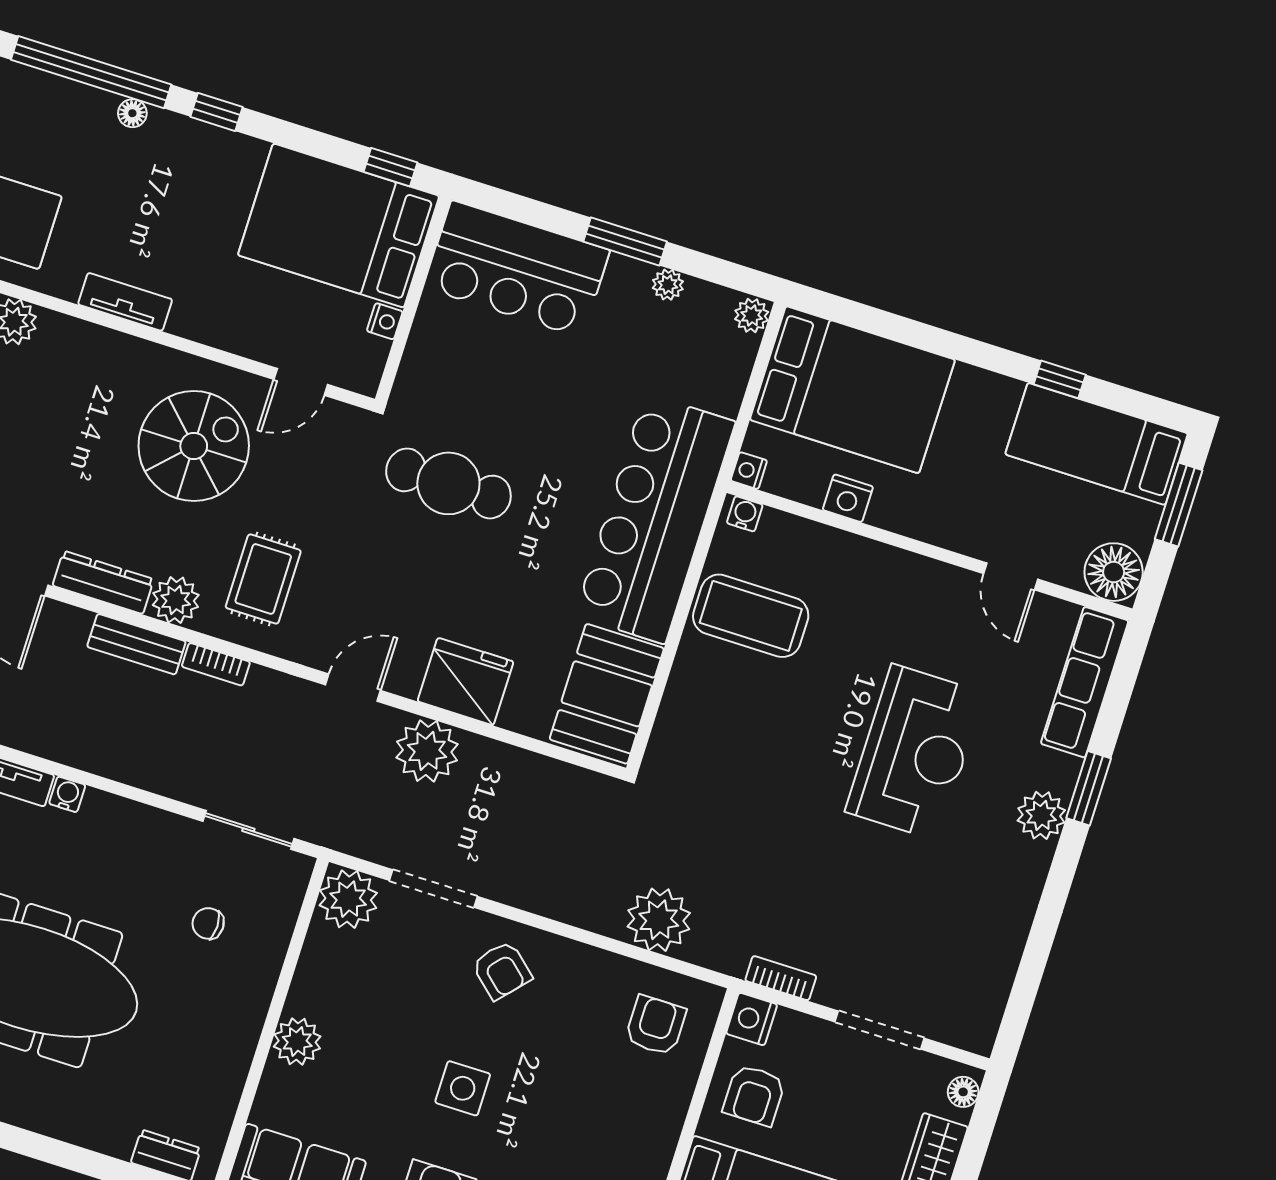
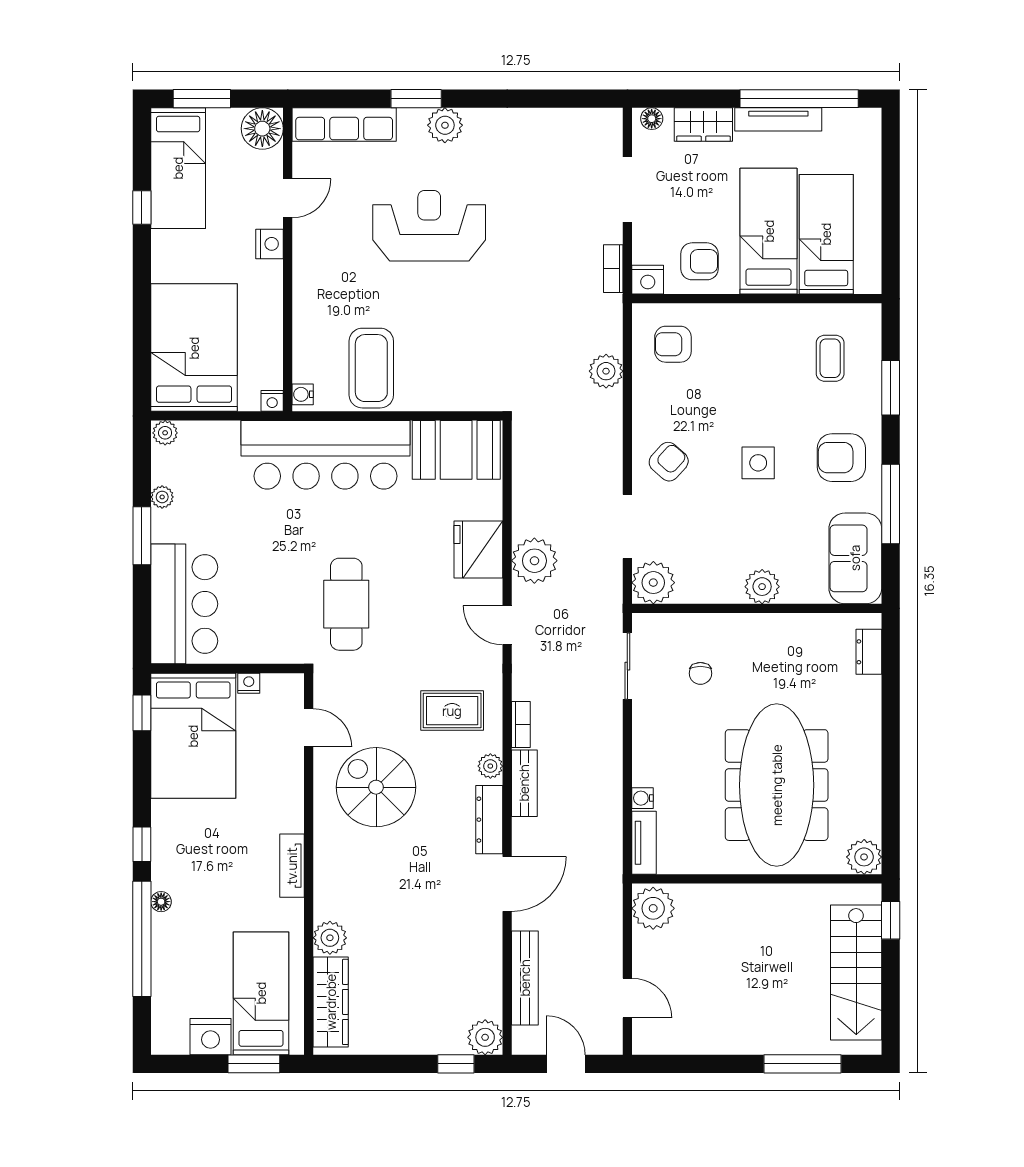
nightstand: (848, 498) -> (269, 244), moved
plant: (176, 600) -> (490, 766), width x0.73, depth x0.73
plant: (659, 920) -> (606, 371), width x0.73, depth x0.73

